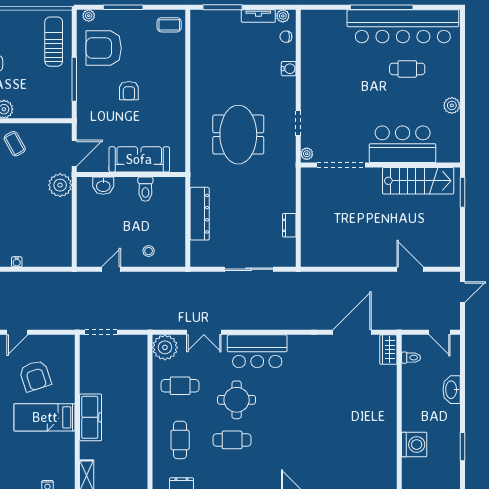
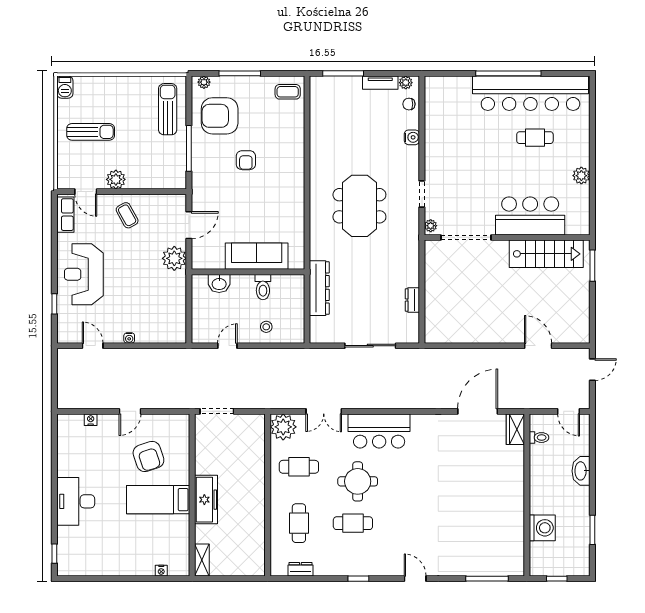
sofa: (139, 159) -> (257, 256), moved
wall: (131, 175) -> (248, 272), moved
washbasin: (103, 186) -> (219, 284), moved
toilet: (145, 189) -> (263, 287), moved

